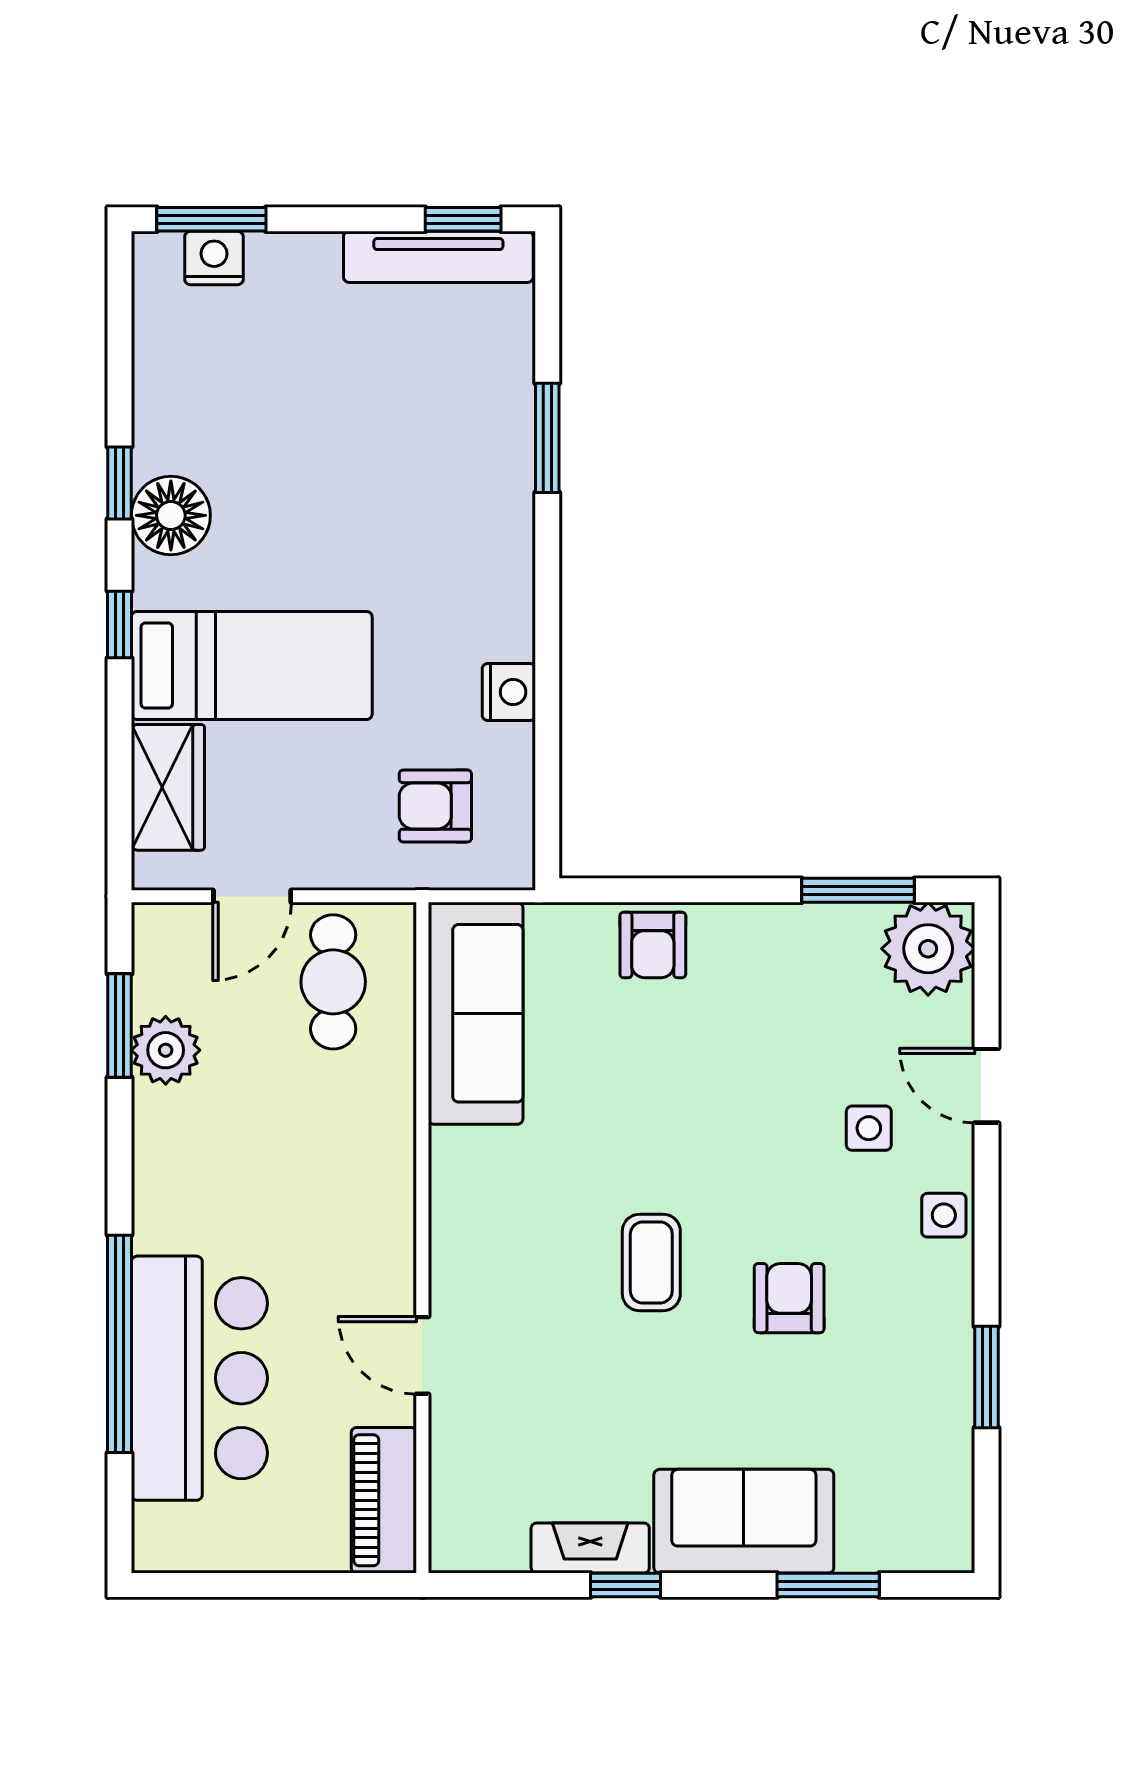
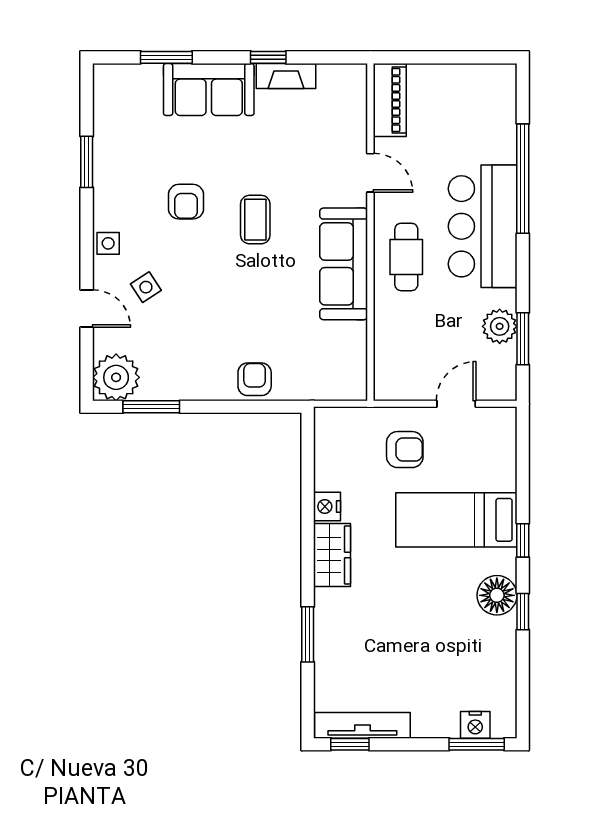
wardrobe: (168, 787) -> (332, 555), moved, turned 180
armchair: (435, 806) -> (405, 450), moved
cafe table: (333, 982) -> (406, 257), moved
sofa: (476, 1013) -> (344, 264), moved
side table: (869, 1128) -> (146, 287), turned -33
bar counter: (199, 1378) -> (483, 226), moved

